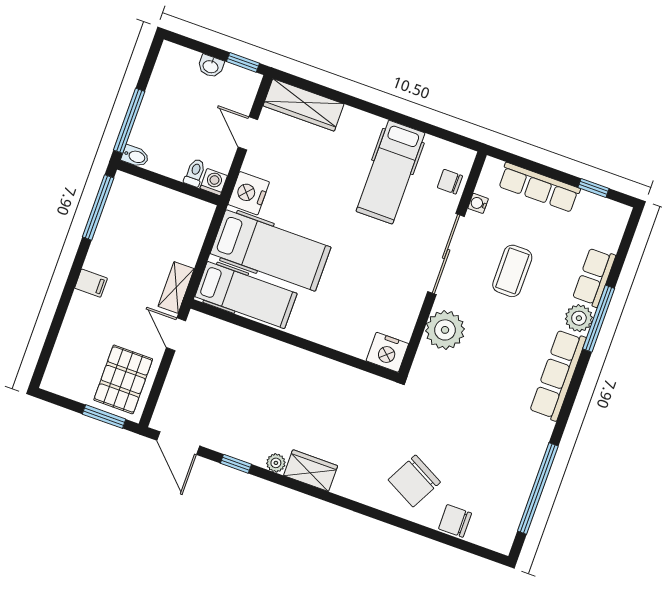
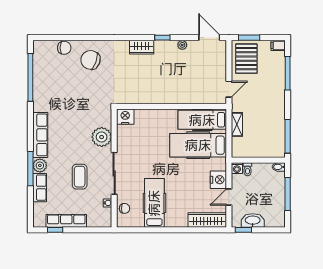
washbasin: (211, 66) -> (253, 221), width x1.91, depth x1.45
window: (129, 121) -> (288, 194), moved
door: (248, 133) -> (229, 197), swing flipped
row of seats: (539, 187) -> (66, 221), moved
nightstand: (249, 193) -> (218, 180), moved
filing cabinet: (91, 283) -> (278, 45), moved
shelving: (176, 287) -> (237, 124), moved
window: (56, 325) -> (288, 73), added
door: (176, 334) -> (229, 89), hinge flipped
plant: (276, 463) -> (182, 45), moved
window: (236, 464) -> (162, 38), moved
chair: (414, 481) -> (90, 60), turned -98

